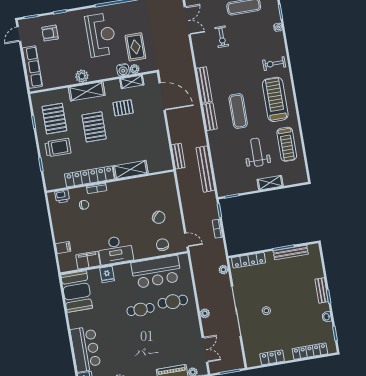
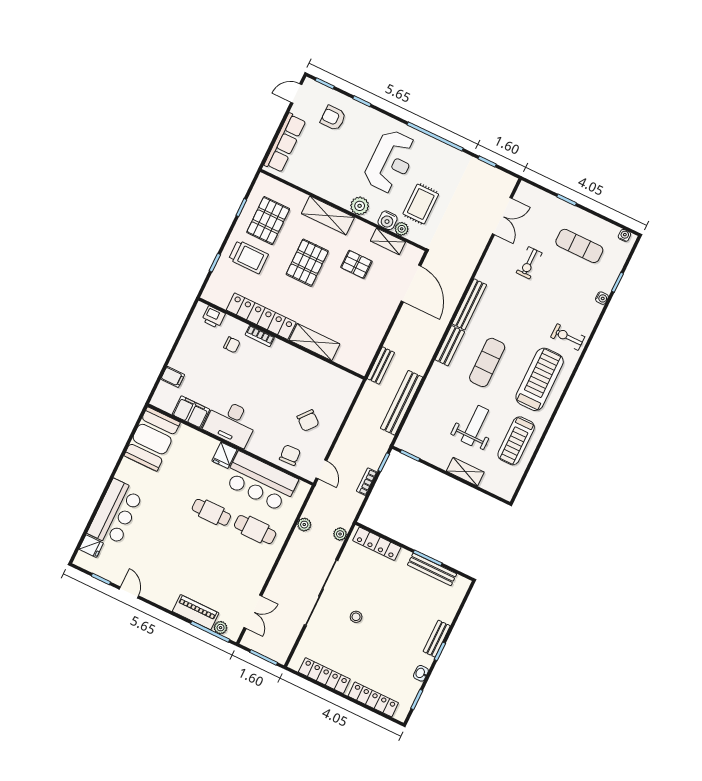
plant: (82, 76) -> (360, 206), moved
fridge: (107, 274) -> (224, 455), moved
plant: (205, 313) -> (304, 525), moved
locker: (272, 357) -> (324, 676), width x1.53

